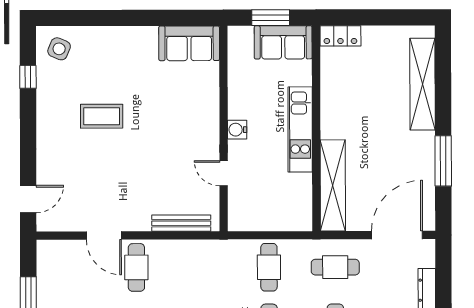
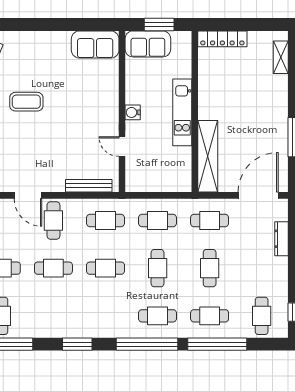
locker: (340, 36) -> (222, 39), width x1.53
sofa: (283, 42) -> (148, 44), moved
shelving: (422, 84) -> (281, 57), width x0.45, depth x0.75
cafe table: (203, 267) -> (105, 220), added
cafe table: (269, 267) -> (158, 220), turned 90

